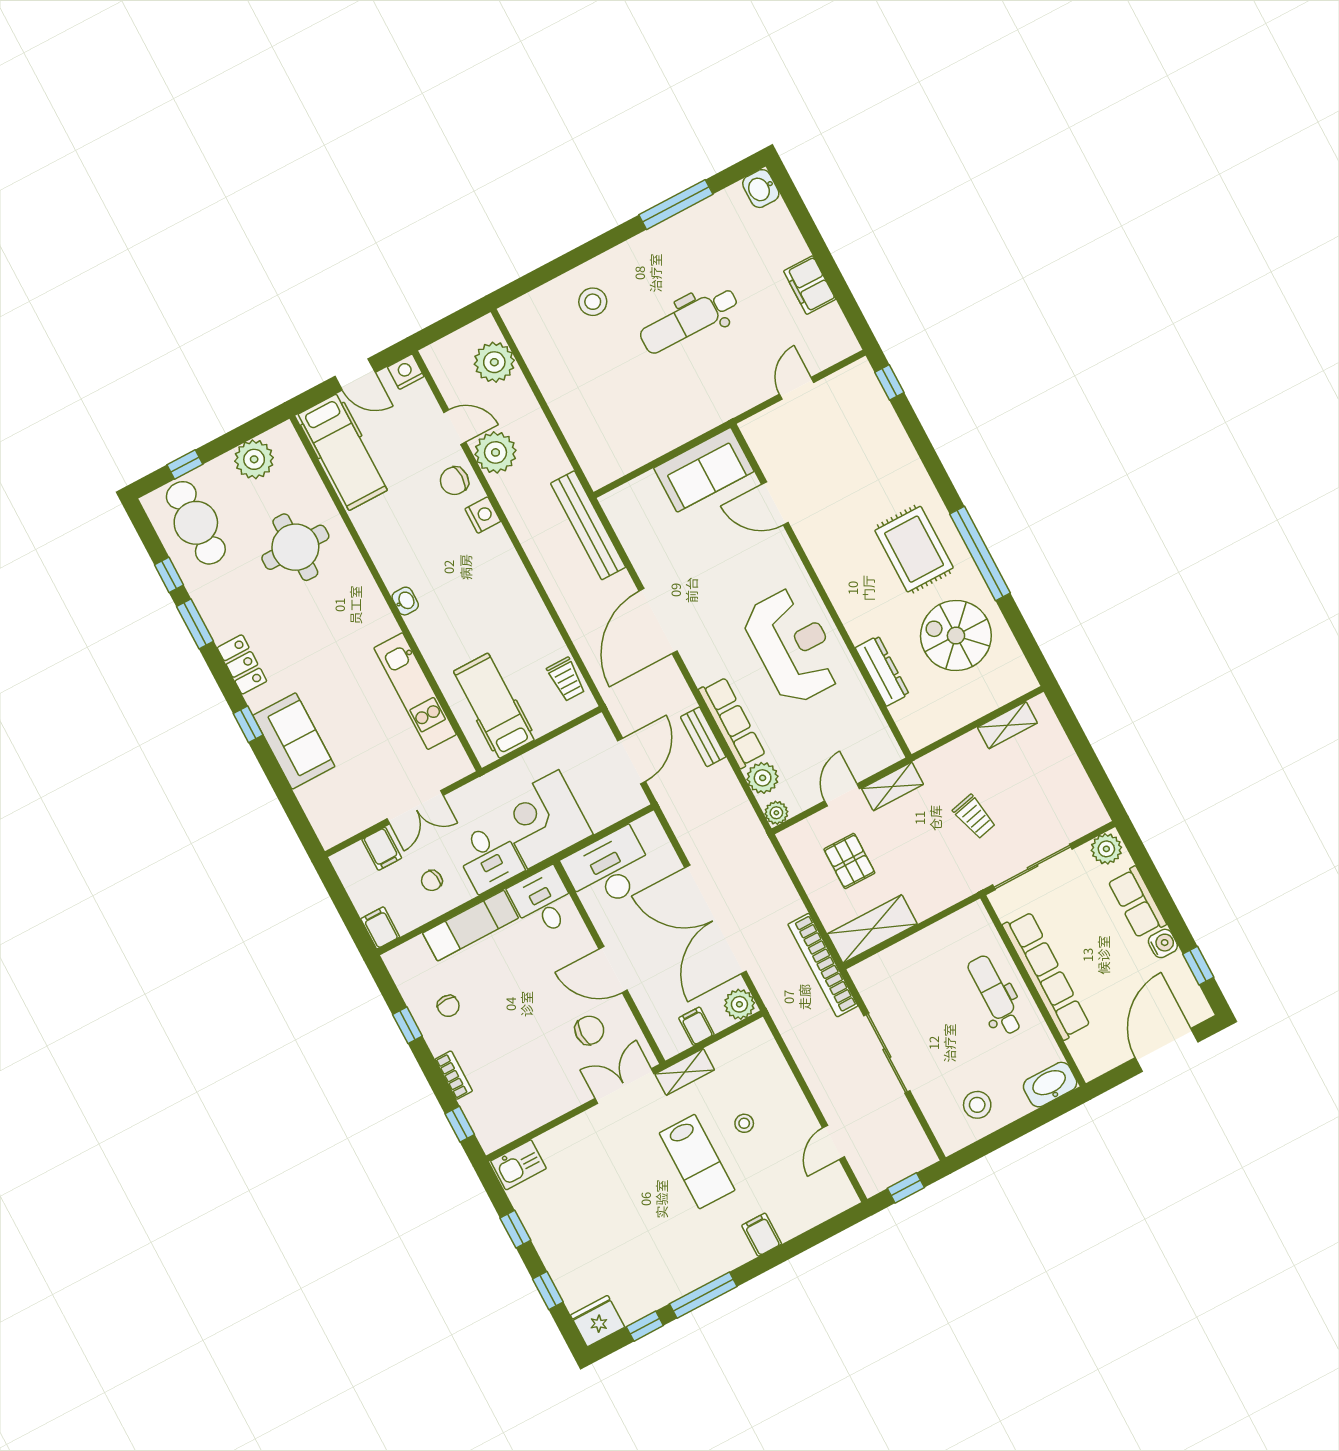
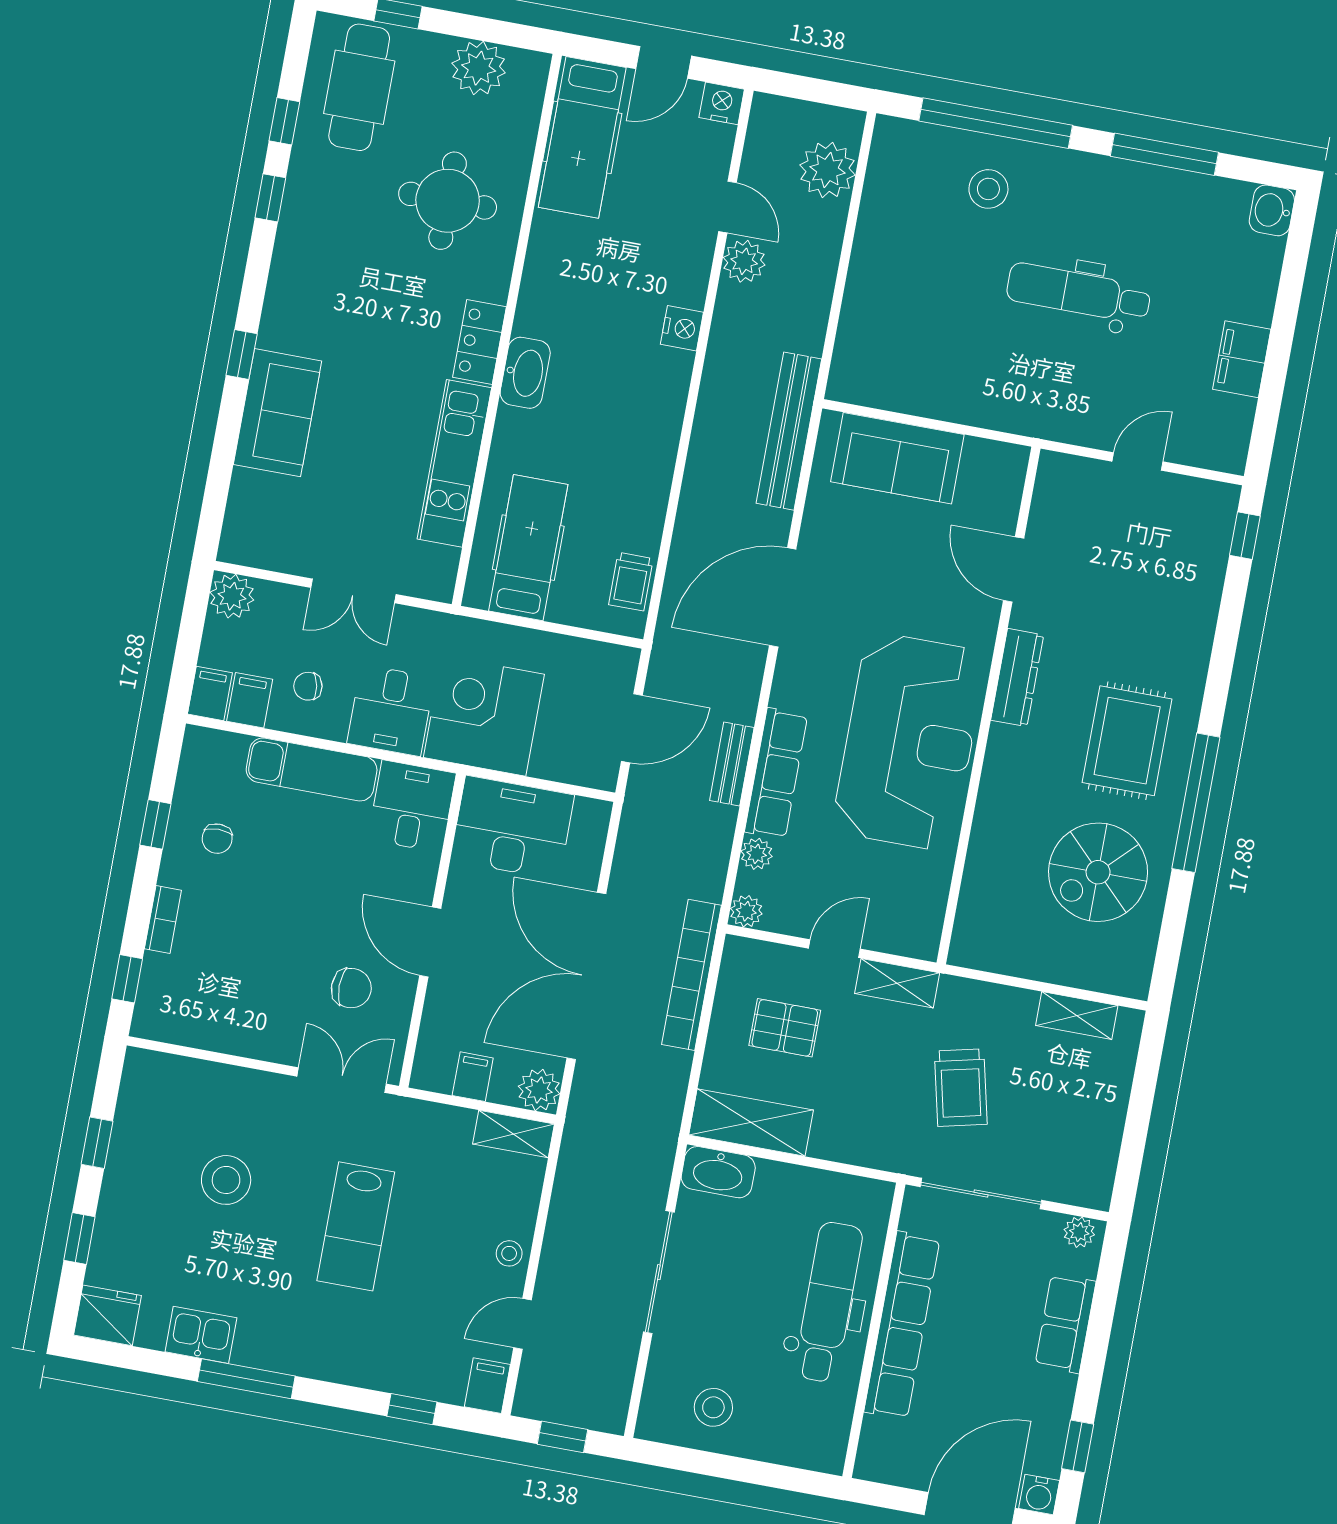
window: (568, 262) -> (996, 123), added
door: (355, 374) -> (664, 62), hinge flipped
plant: (496, 452) -> (744, 261), width x0.73, depth x0.73
sofa: (704, 470) -> (897, 458), moved
chair: (454, 481) -> (680, 266), removed
washbasin: (405, 601) -> (525, 373), width x1.91, depth x1.45
window: (195, 624) -> (270, 198), width x0.67
spiral stairs: (956, 636) -> (1098, 872), turned -90
reception desk: (793, 646) -> (909, 742), width x1.36, depth x1.30
locker: (242, 664) -> (480, 342), moved, turned 180
dresser: (882, 671) -> (1017, 677), moved
plant: (763, 778) -> (757, 854), width x0.73, depth x0.73
trolley: (974, 817) -> (961, 1088), width x1.36, depth x1.39
filing cabinet: (382, 849) -> (250, 700), moved, turned 180
plant: (1106, 849) -> (1079, 1232), width x0.73, depth x0.73
pallet: (849, 861) -> (785, 1028), turned 90
plant: (349, 864) -> (232, 596), added
water cooler: (1163, 943) -> (1039, 1495), moved, turned 90
bookcase: (823, 965) -> (692, 975), moved
dental chair: (995, 995) -> (828, 1302), width x1.36, depth x1.38
shelving: (685, 1072) -> (514, 1134), moved
washbasin: (1050, 1085) -> (718, 1172), moved, turned 180
stool: (744, 1123) -> (509, 1253), moved
kitchen sink: (518, 1165) -> (201, 1335), moved, turned 180
stool: (604, 1193) -> (226, 1180), added
filing cabinet: (762, 1235) -> (487, 1386), moved
window: (645, 1326) -> (412, 1409), moved

